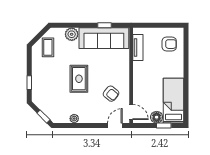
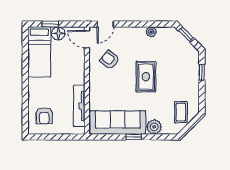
window: (104, 25) -> (134, 137), moved
armchair: (169, 44) -> (44, 116), turned -90
tv unit: (138, 48) -> (79, 106), width x1.41

